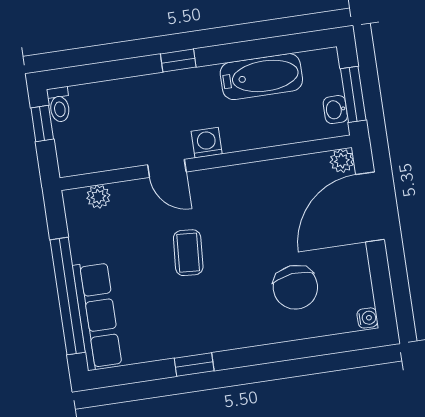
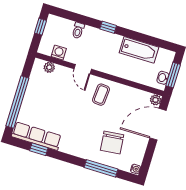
toilet: (59, 105) -> (78, 30), moved
washing machine: (207, 143) -> (59, 53), moved
coffee table: (188, 253) -> (101, 95), moved
row of seats: (97, 316) -> (36, 136), moved, turned -90
window: (298, 349) -> (101, 168), added
window: (194, 365) -> (39, 149), moved

